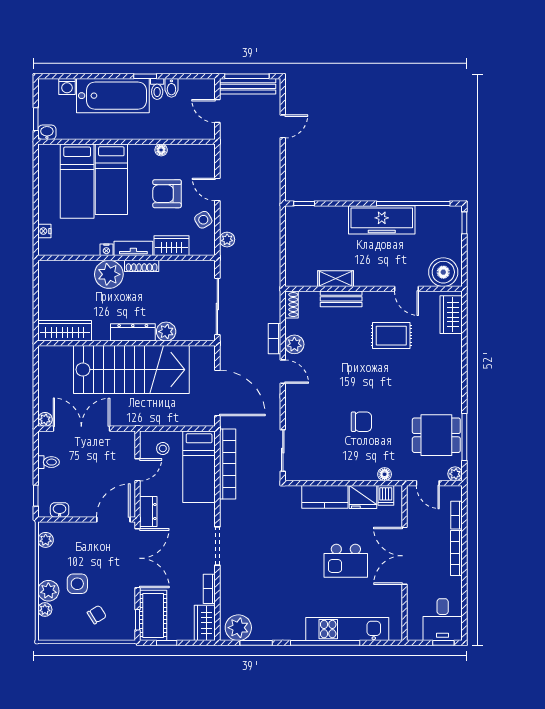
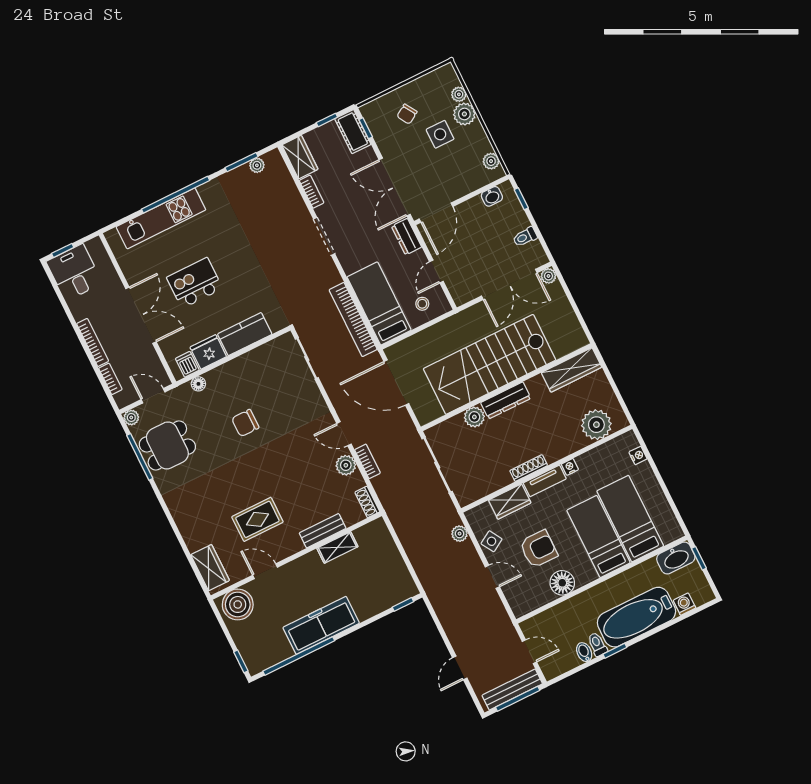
washbasin: (47, 132) -> (676, 558), width x1.91, depth x1.45
floor lamp: (161, 150) -> (562, 583), width x1.89, depth x1.89
plant: (109, 274) -> (596, 425), moved
cot: (153, 615) -> (353, 132), width x0.73, depth x0.75
plant: (238, 628) -> (257, 165), width x0.53, depth x0.53

